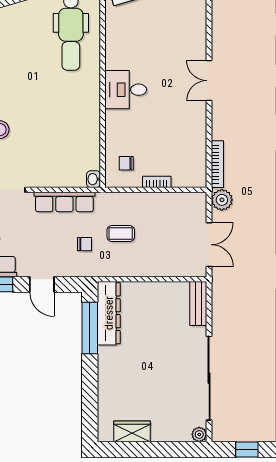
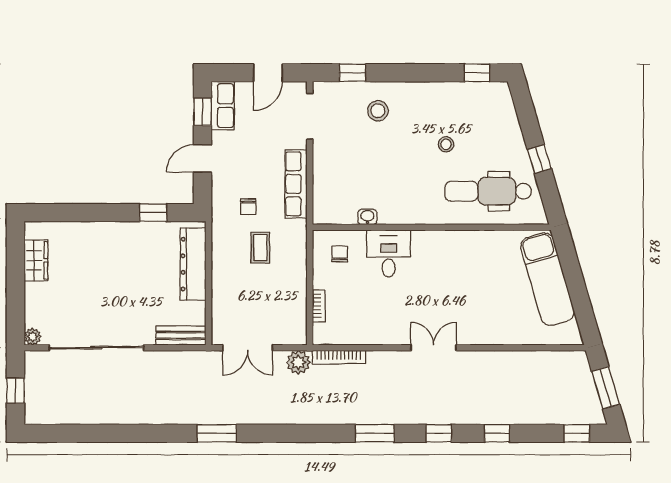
stool: (30, 70) -> (446, 144), added
desk: (126, 90) -> (389, 253), moved
washbasin: (94, 179) -> (367, 217), moved
bookcase: (157, 182) -> (319, 306), moved
dresser: (109, 313) -> (193, 264), moved, turned 90
window: (90, 328) -> (153, 213), width x0.46

